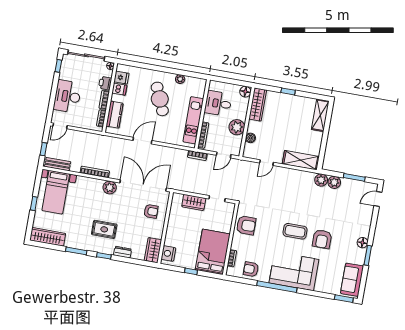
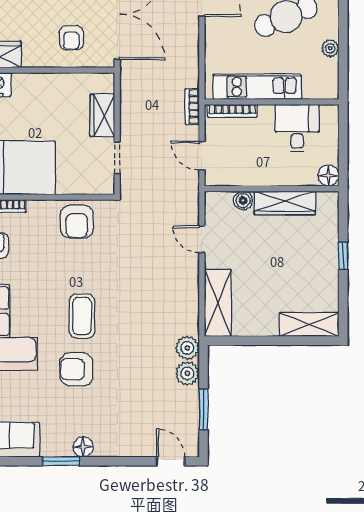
wardrobe: (258, 105) -> (285, 203), moved
plant: (237, 127) -> (259, 171), removed

